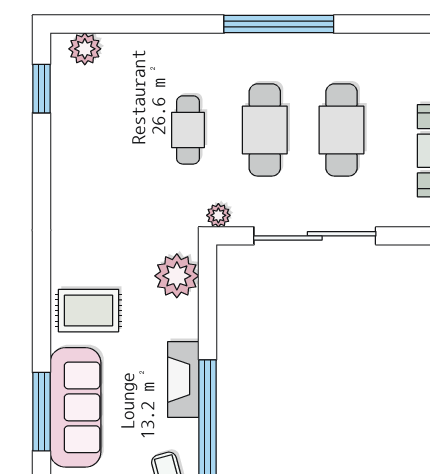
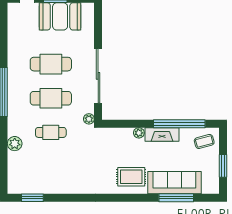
plant: (85, 49) -> (15, 144), moved
plant: (177, 276) -> (139, 133), moved, width x0.53, depth x0.53
rug: (88, 311) -> (131, 177), turned 90

